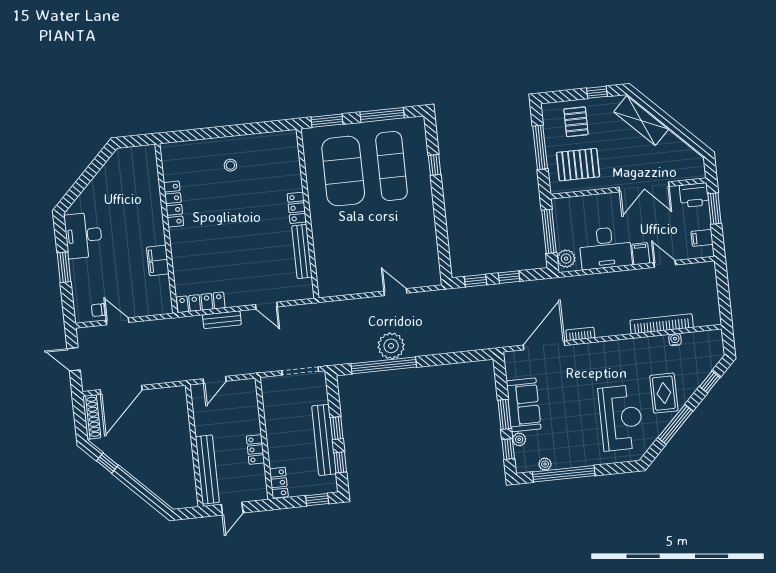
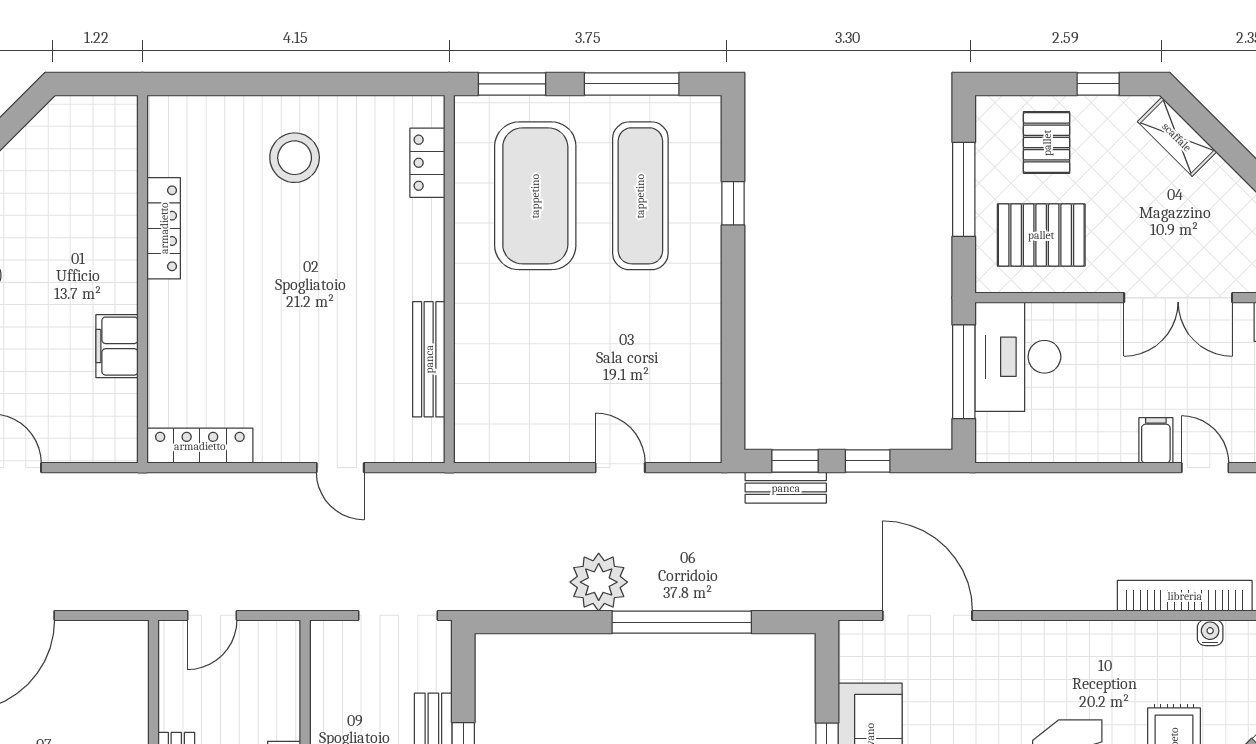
shelving: (641, 120) -> (1177, 137), width x0.67, depth x0.75
stool: (230, 165) -> (295, 158), width x1.89, depth x1.89
locker: (297, 208) -> (427, 163), moved
desk: (605, 248) -> (1018, 357), moved, turned 90
plant: (566, 259) -> (994, 434), removed
bench: (222, 320) -> (786, 488), moved
bookcase: (580, 334) -> (1008, 599), removed
door: (544, 345) -> (927, 615), hinge flipped
window: (384, 365) -> (682, 622), moved

